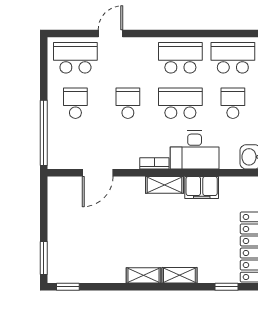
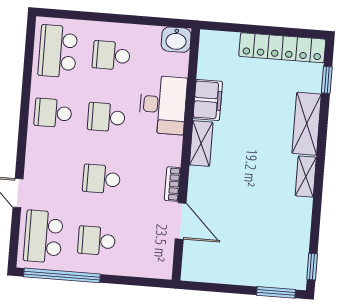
school desk: (180, 58) -> (53, 113), width x0.54
school desk: (180, 103) -> (106, 117), width x0.54
window: (44, 133) -> (62, 275), moved
bookcase: (154, 163) -> (172, 184), moved
shelving: (179, 275) -> (307, 124), width x1.50, depth x1.33

